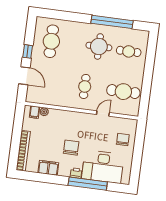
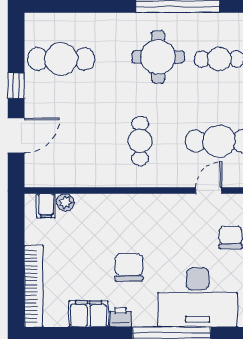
cafe table: (51, 41) -> (61, 59), turned 90
door: (24, 76) -> (16, 135), hinge flipped
door: (103, 114) -> (209, 191), moved
printer: (76, 173) -> (120, 317), moved

